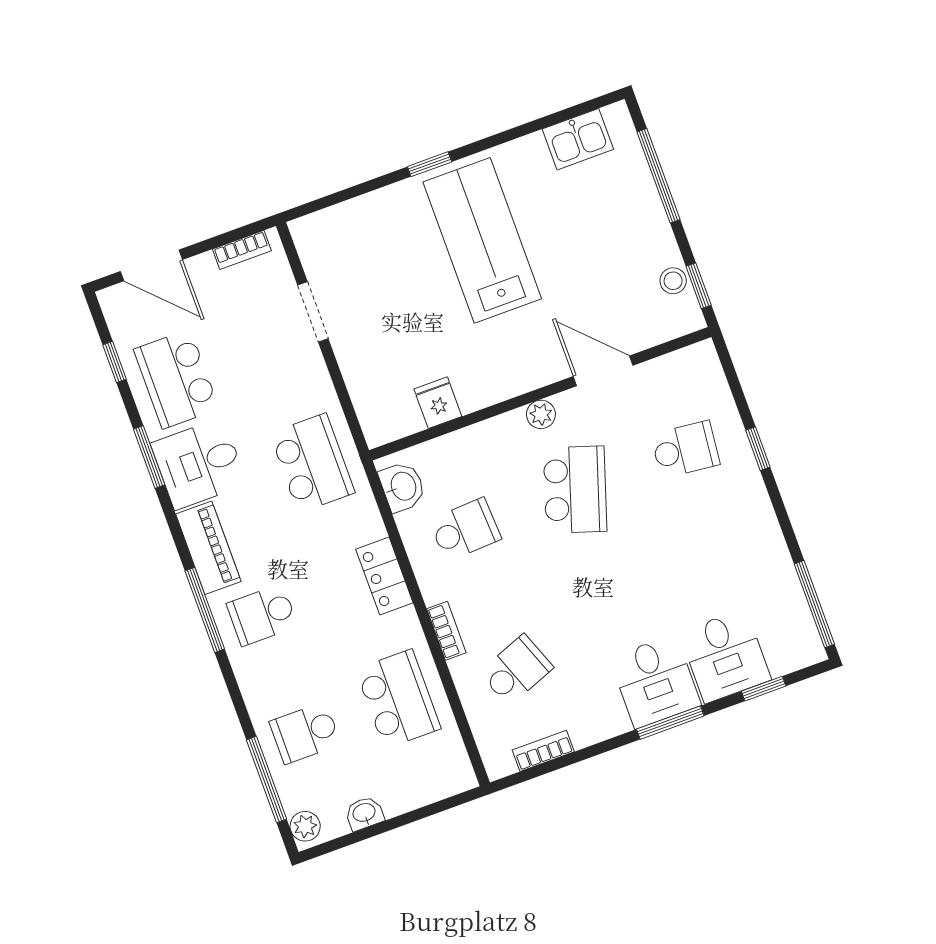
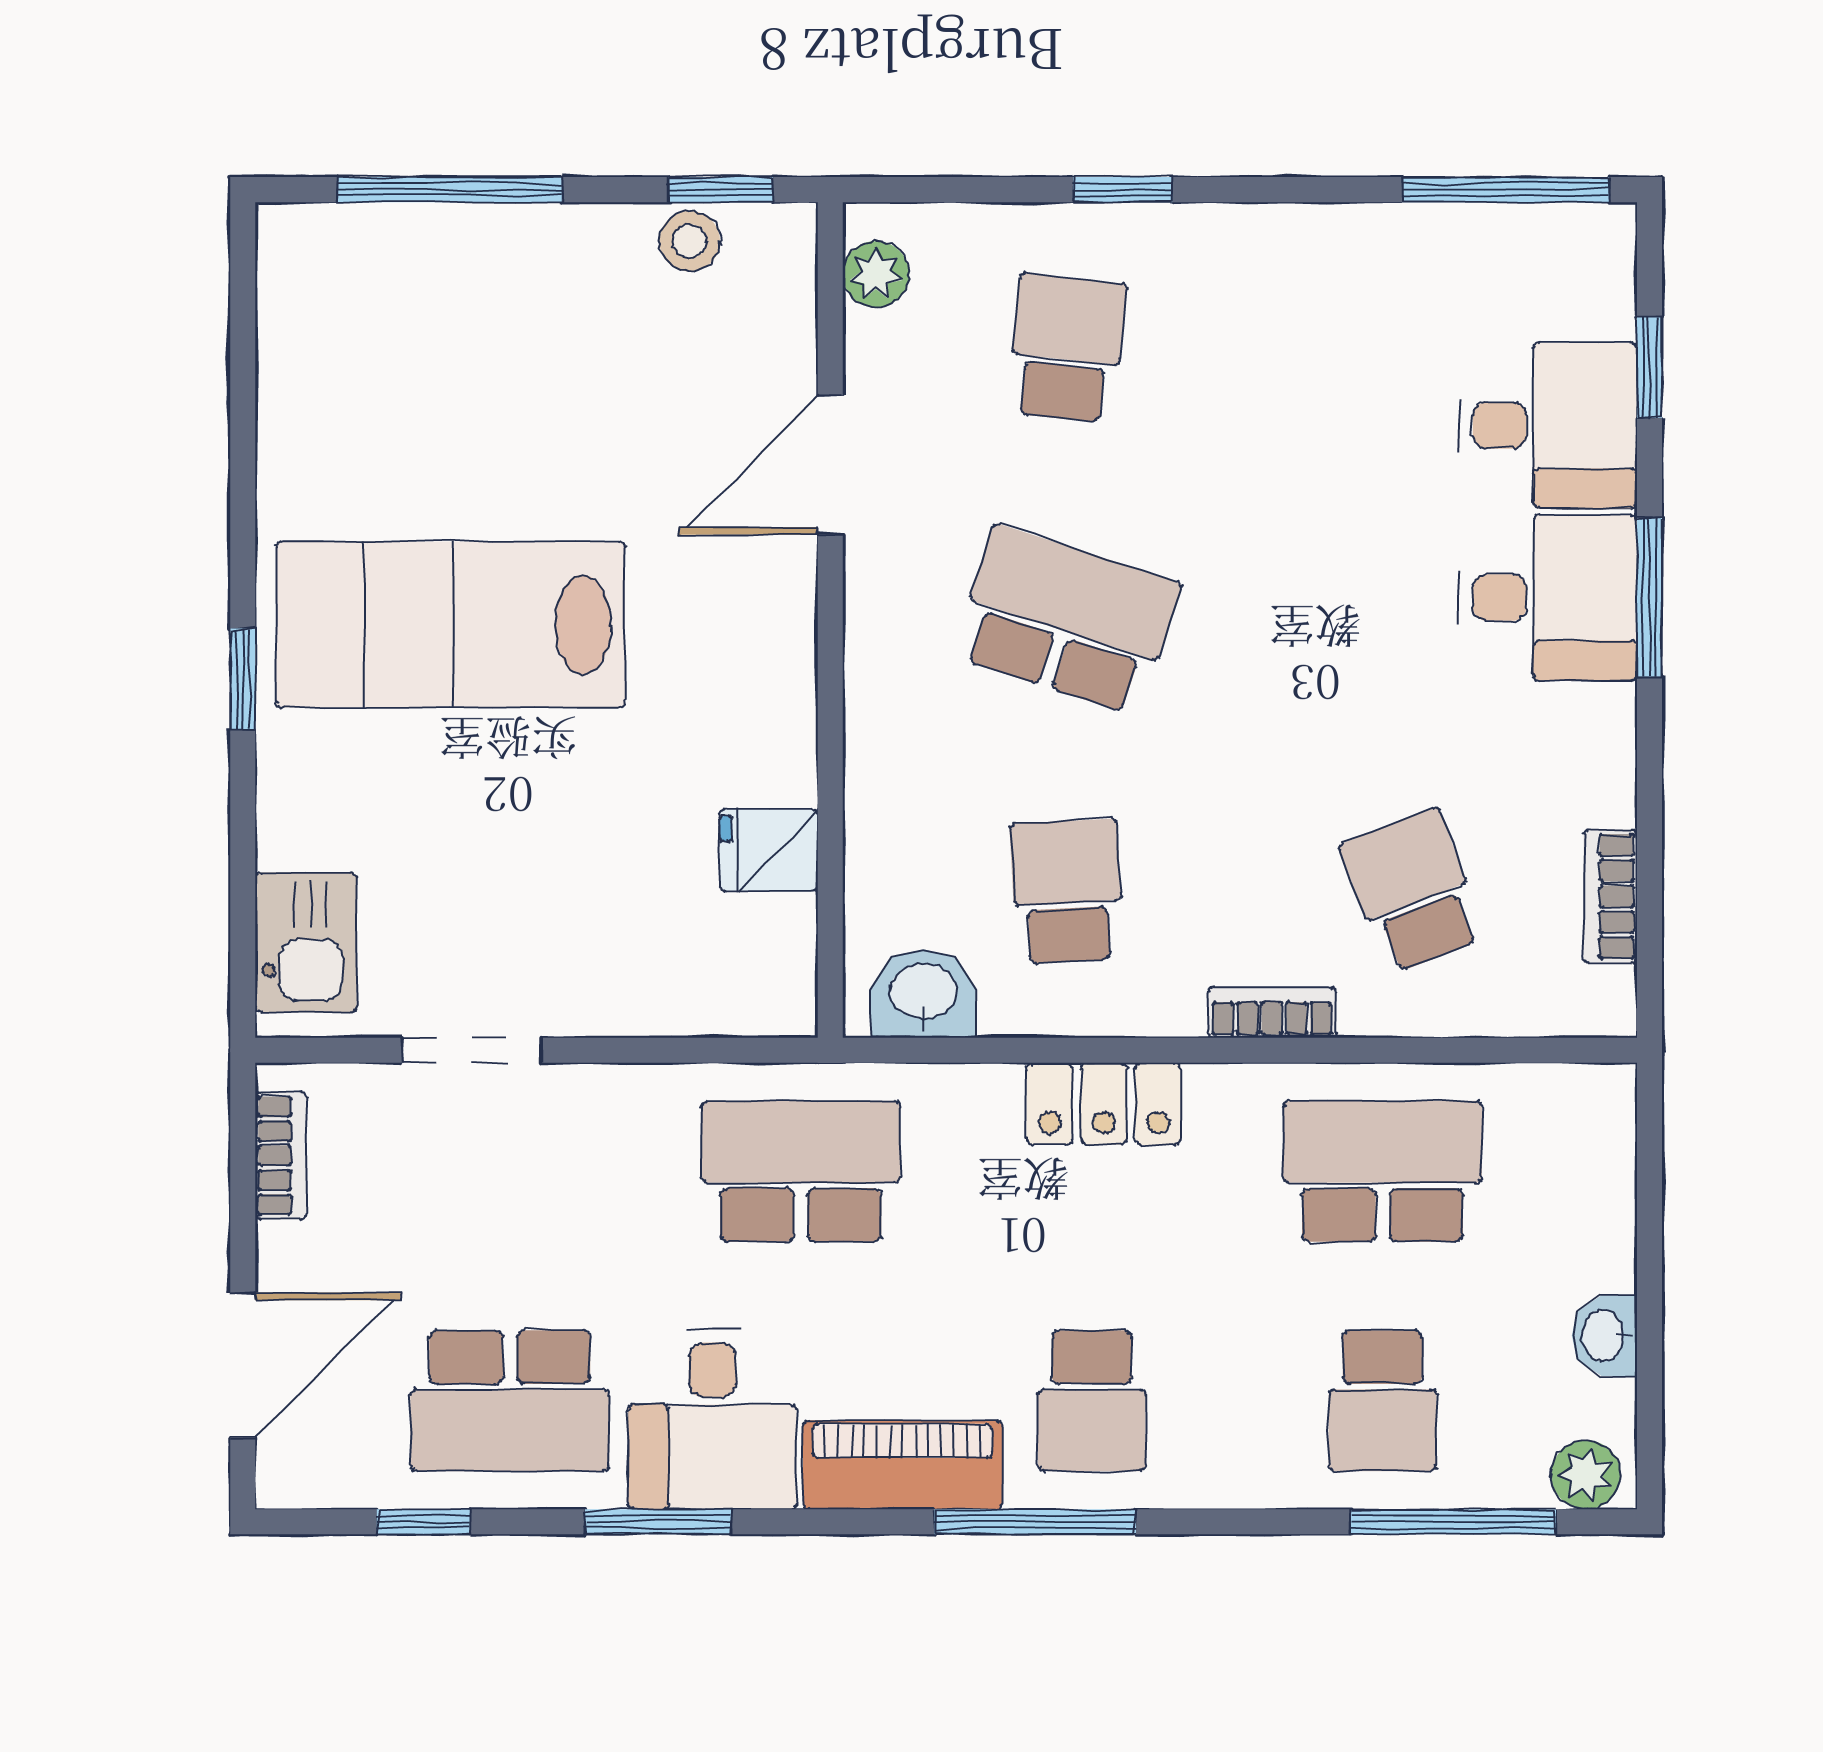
kitchen sink: (578, 139) -> (306, 942), moved
plant: (541, 414) -> (876, 274), moved

